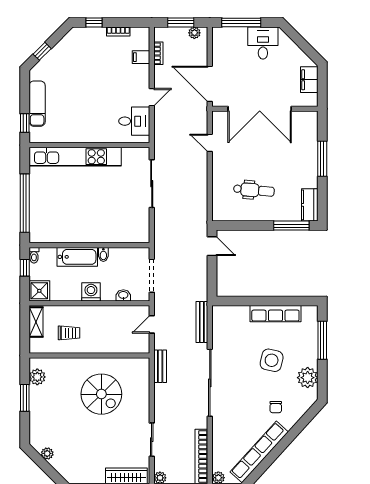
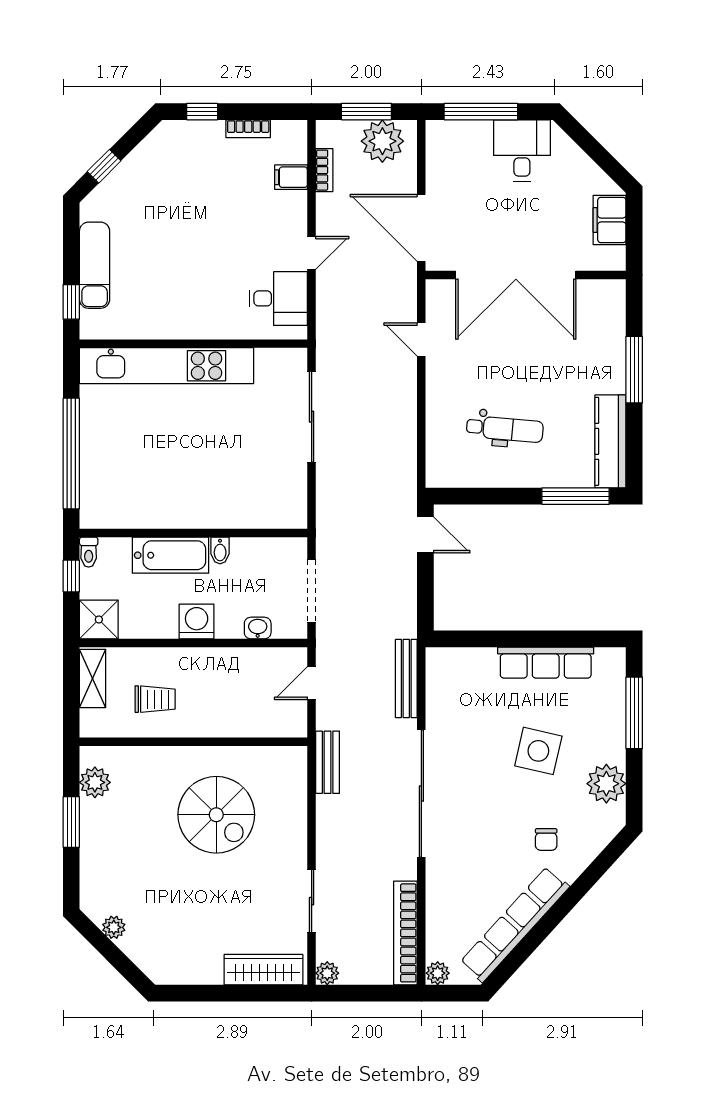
plant: (194, 33) -> (382, 141), width x1.87, depth x1.87
kitchen counter: (310, 205) -> (610, 441), width x1.50

